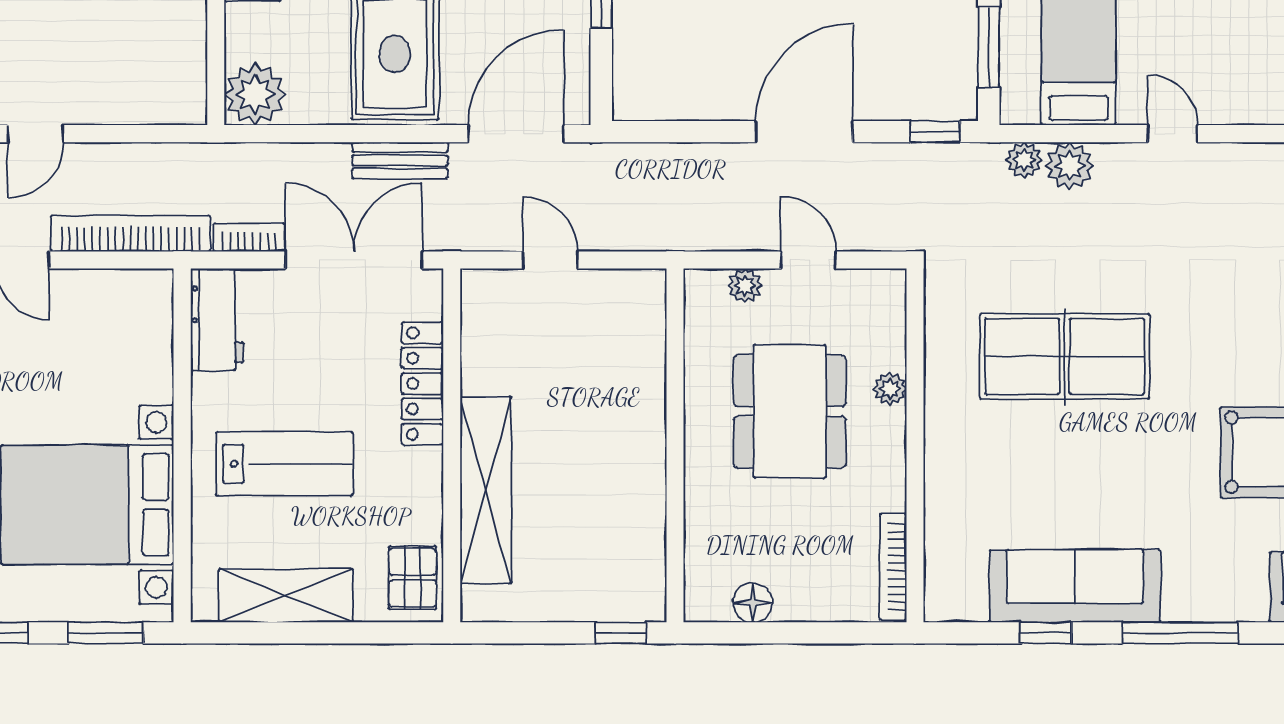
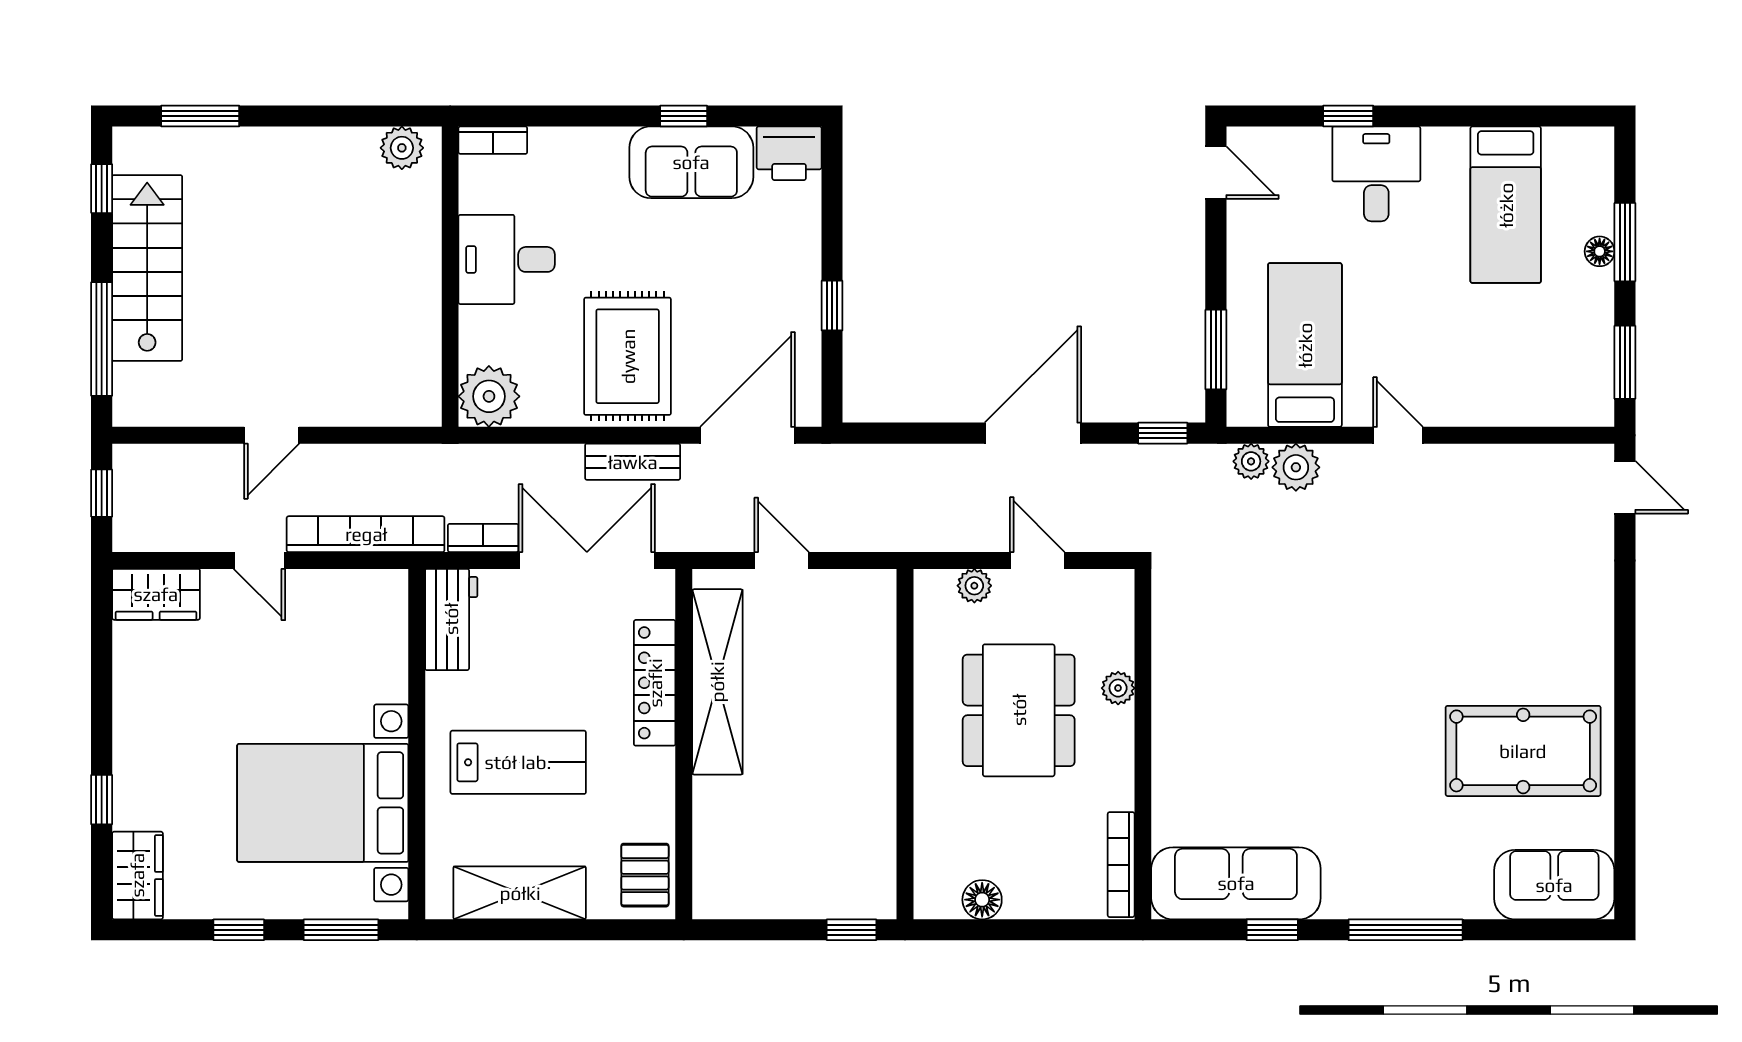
table tennis table: (1065, 356) -> (1291, 656), removed
shelving: (486, 490) -> (717, 682), moved
sofa: (1075, 586) -> (1236, 883), moved

